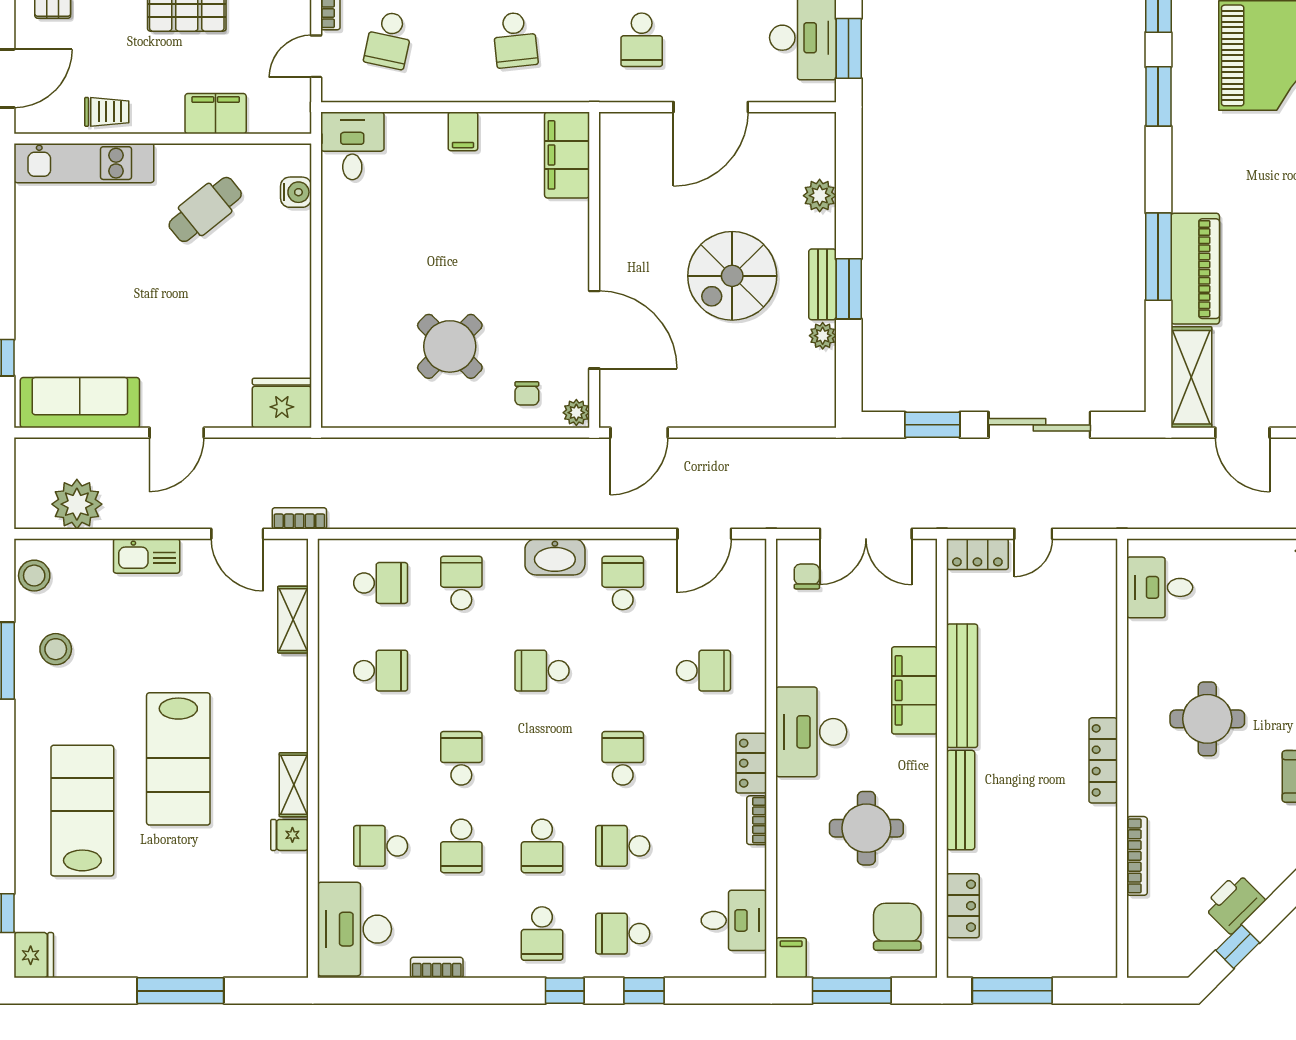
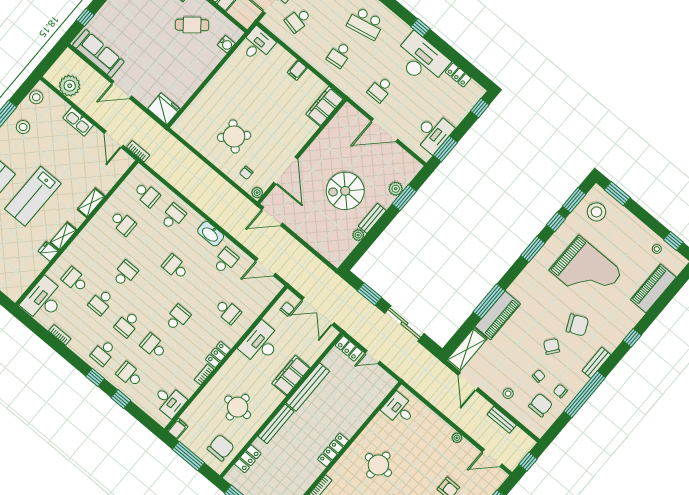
window: (849, 289) -> (404, 198), moved
shelving: (293, 620) -> (91, 203), moved
desk: (811, 732) -> (261, 343), moved

